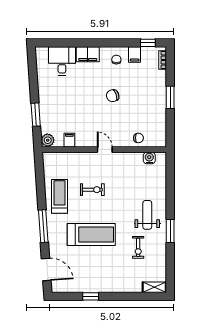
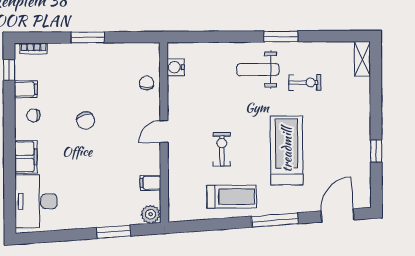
desk: (62, 61) -> (36, 201), width x1.37
treadmill: (60, 196) -> (232, 197), turned 180

